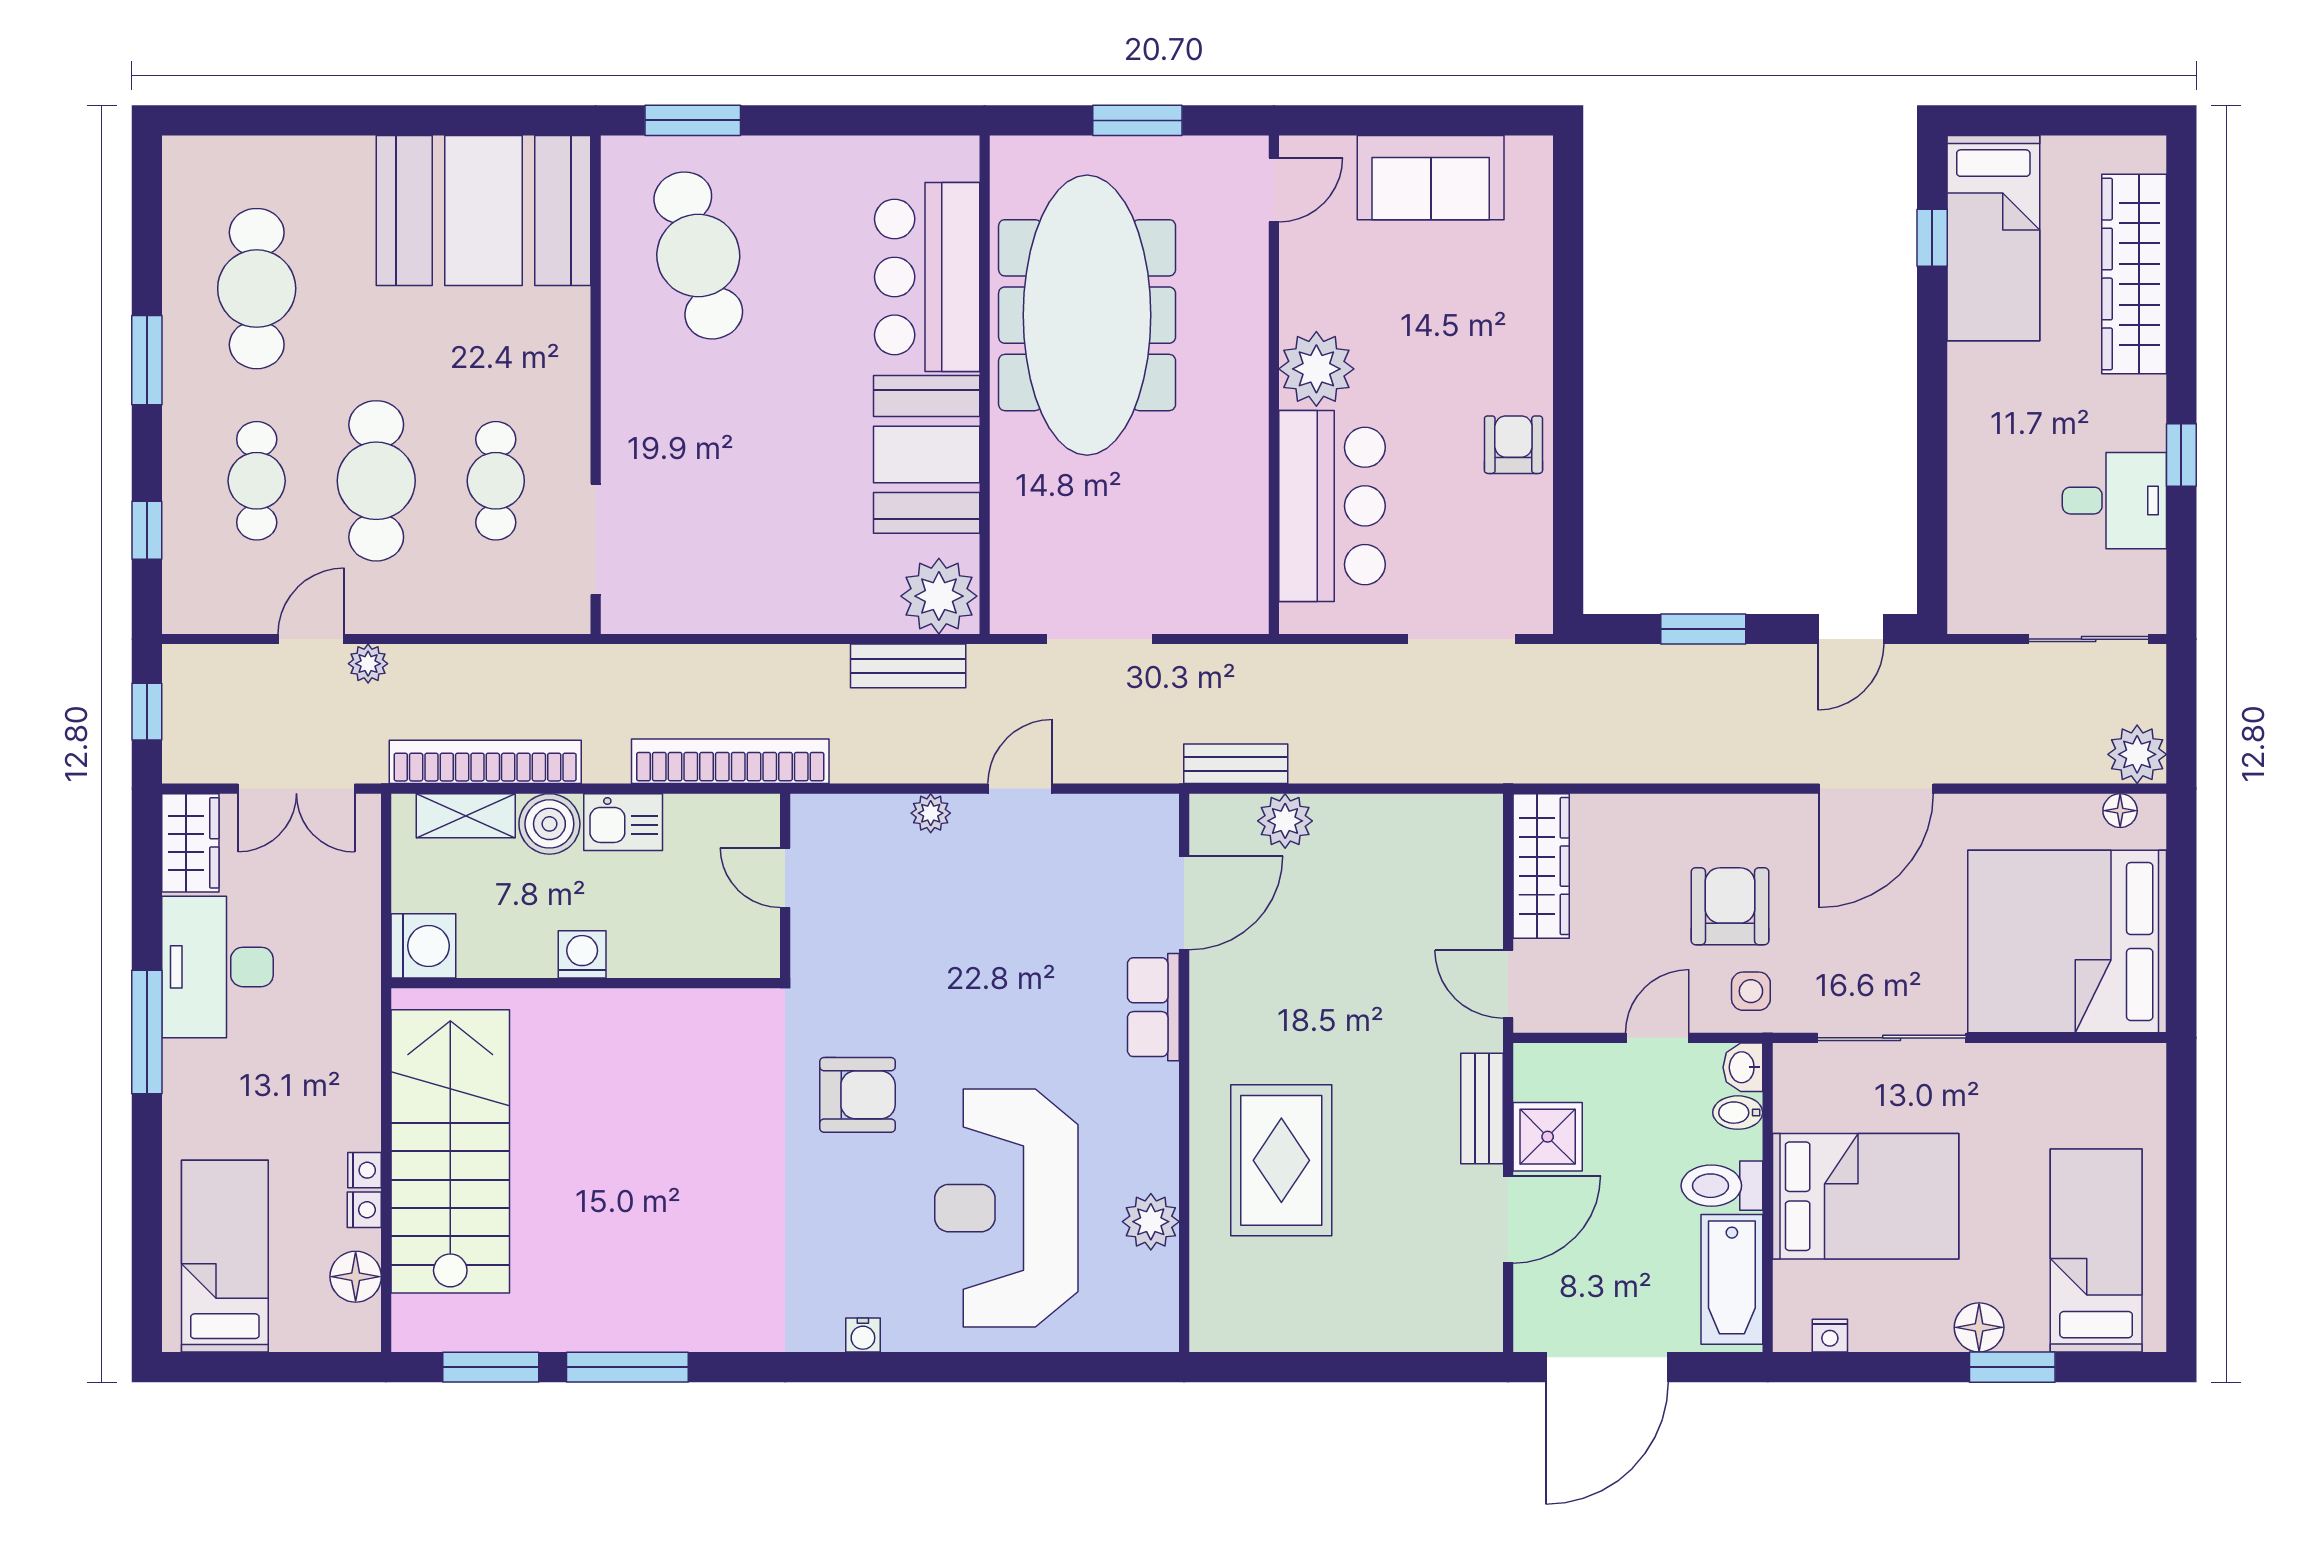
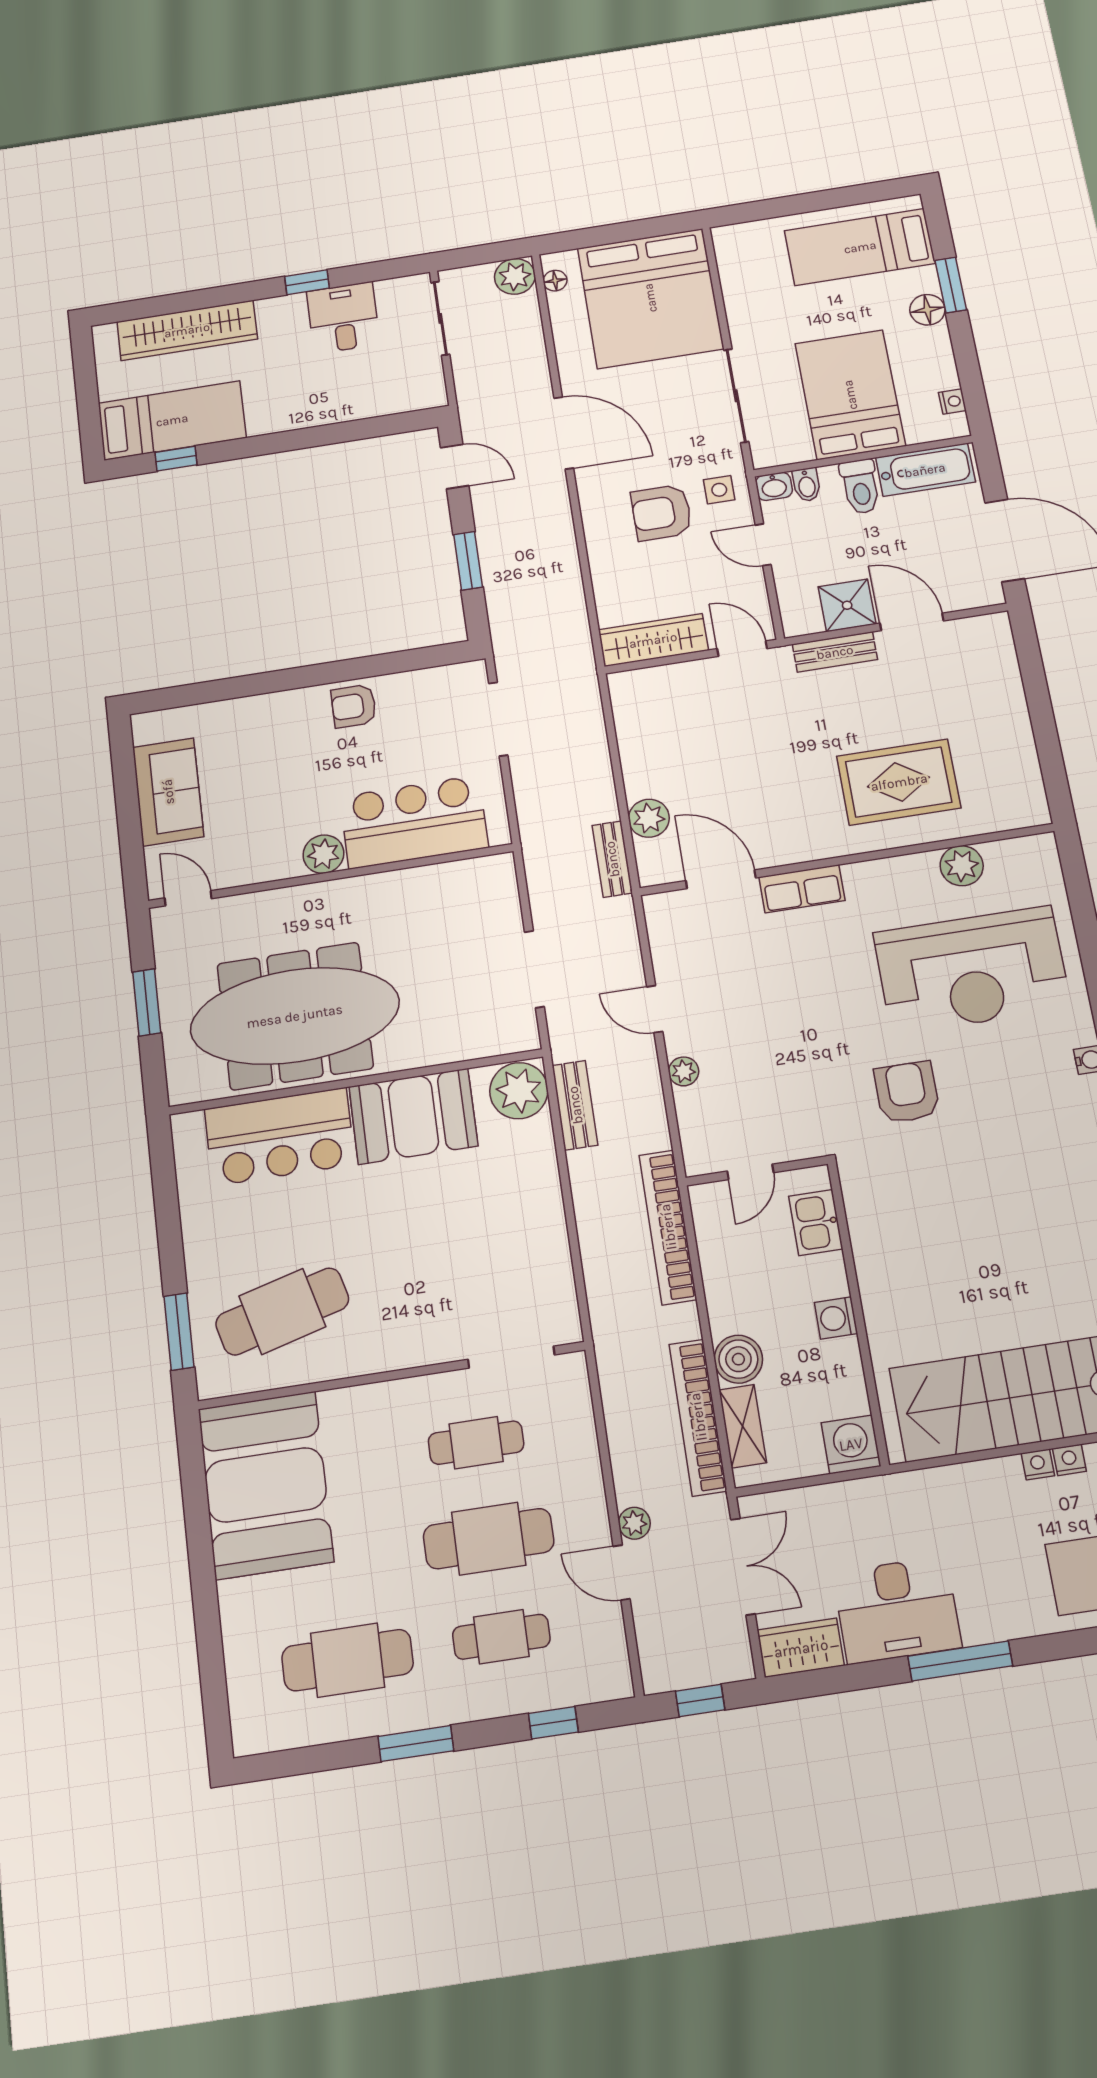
plant: (1316, 369) -> (323, 854), width x0.73, depth x0.73
kitchen sink: (623, 822) -> (816, 1222), moved, turned 180
door: (1508, 984) -> (742, 649), swing flipped

